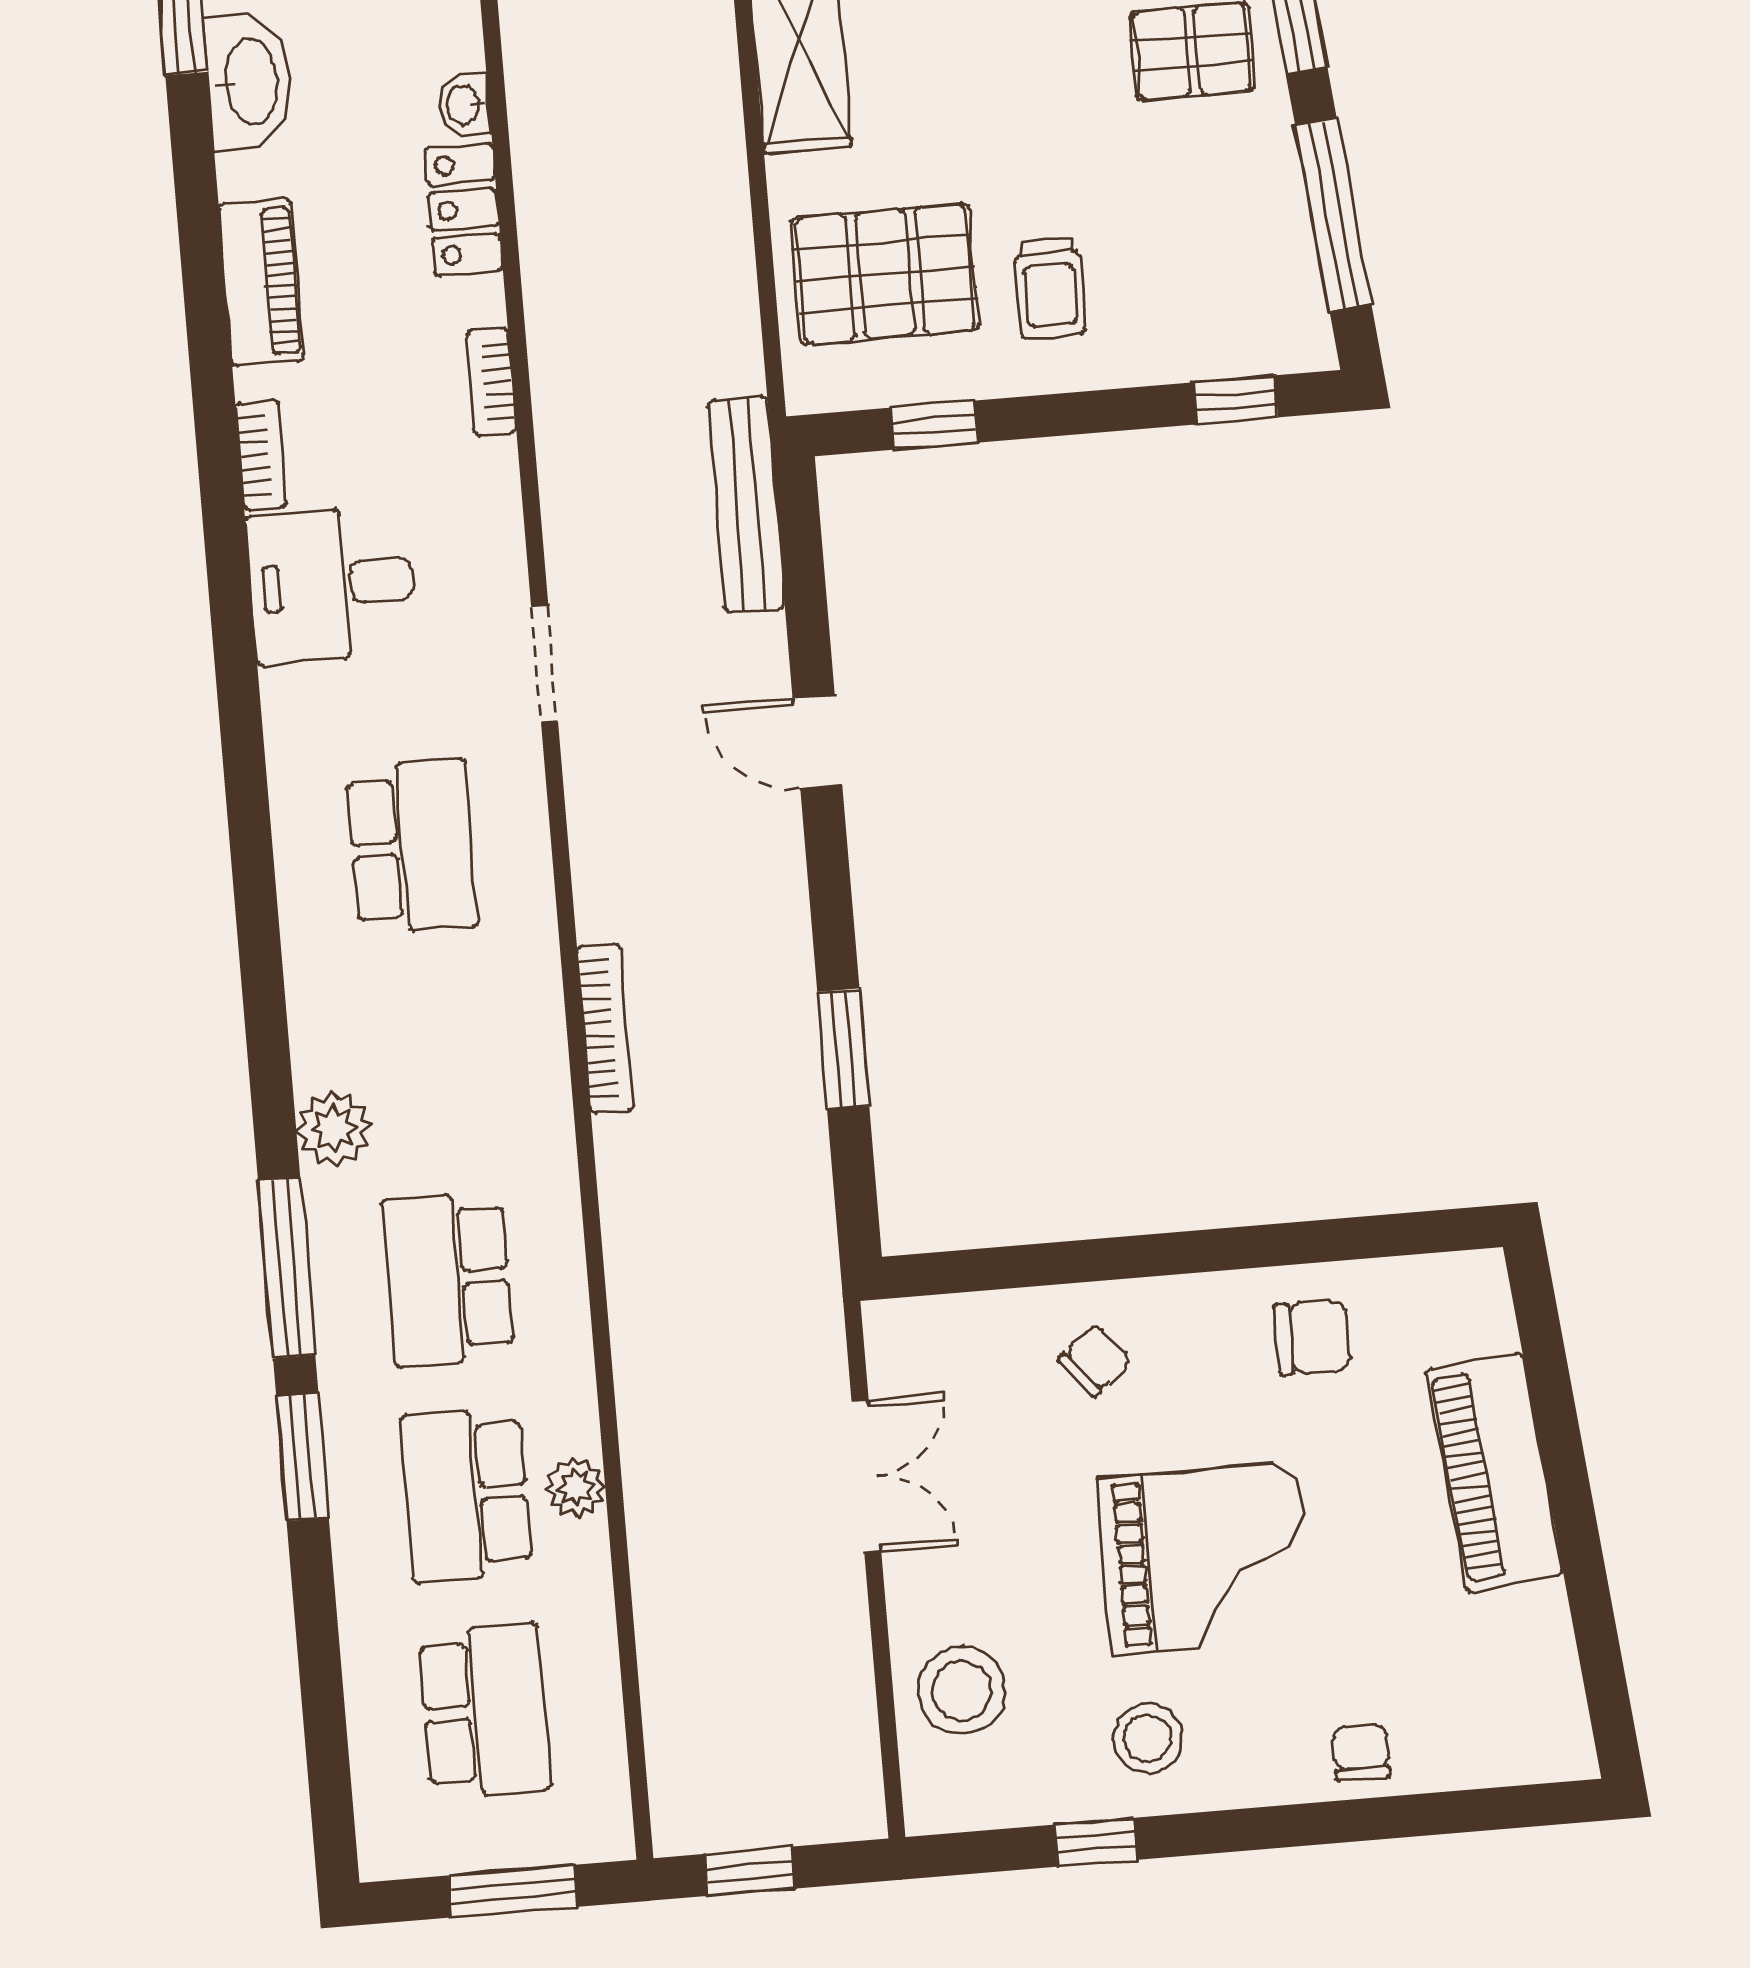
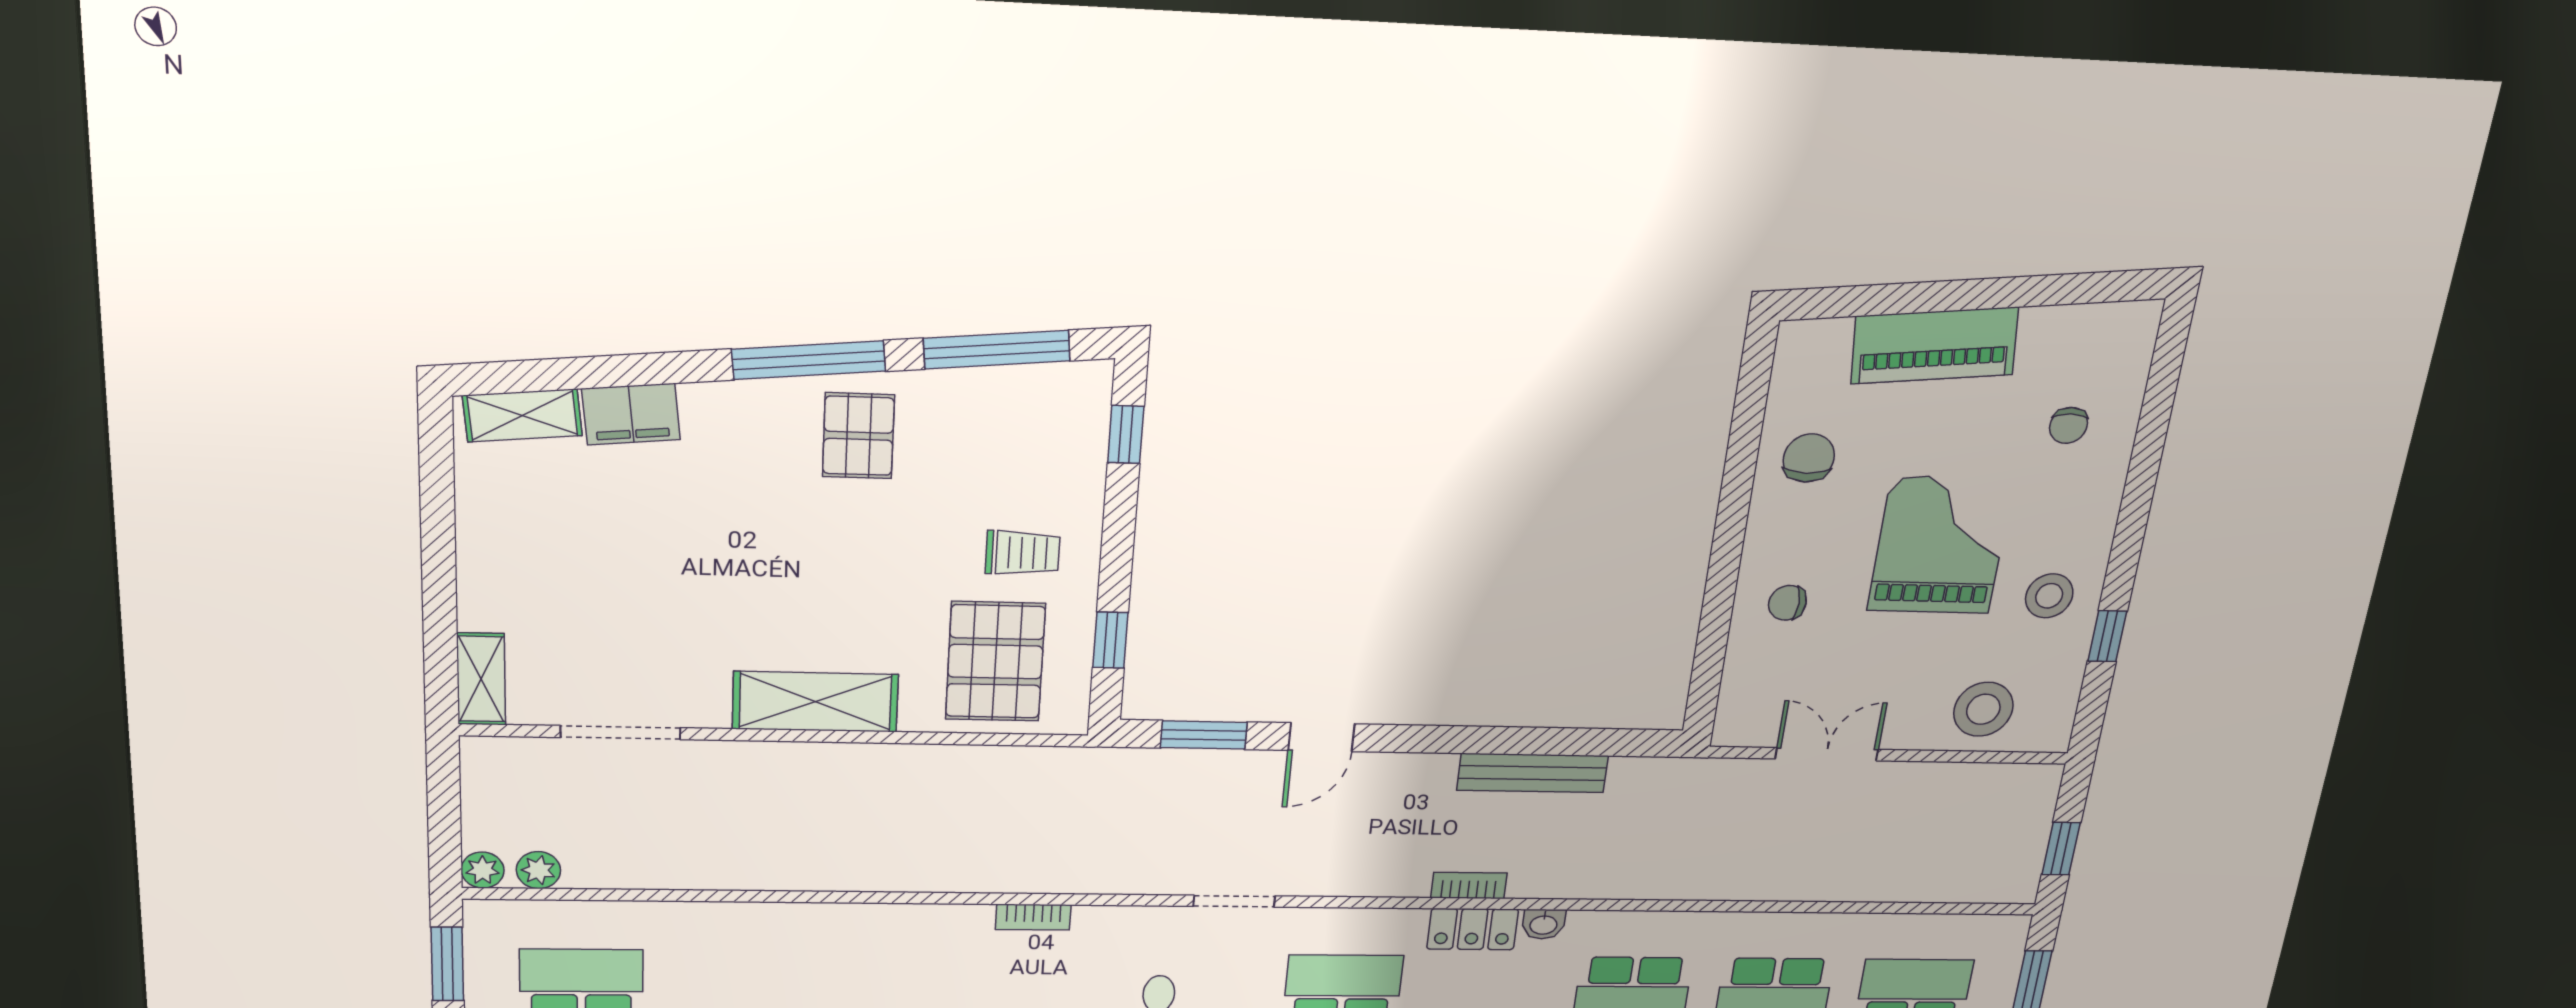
washbasin: (464, 105) -> (1544, 924), moved
locker: (464, 209) -> (1473, 929), moved
bench: (746, 505) -> (1533, 773), moved
bookcase: (605, 1029) -> (1469, 885), width x0.64
window: (843, 1049) -> (1204, 735), moved
chair: (1095, 1360) -> (1787, 603), turned -50
plant: (575, 1488) -> (1786, 929), removed
chair: (1361, 1752) -> (2069, 425), moved, turned -90

